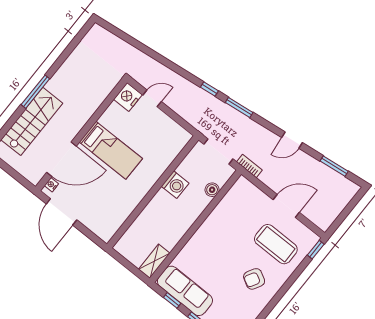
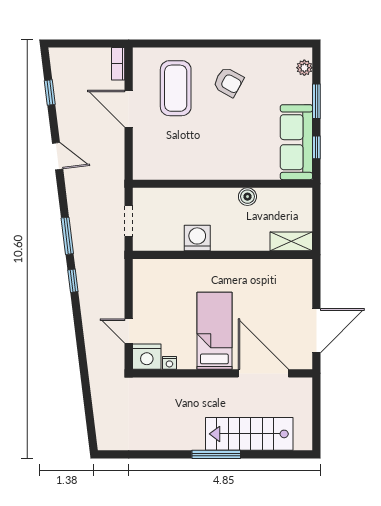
doorway: (218, 152) -> (129, 221), width x0.73
bookcase: (249, 166) -> (118, 64), moved
window: (334, 166) -> (50, 92), width x0.67
nightstand: (51, 185) -> (169, 363), moved
boiler: (212, 190) -> (247, 197), moved
window: (316, 250) -> (149, 43), removed
shelving: (154, 261) -> (291, 241), moved

